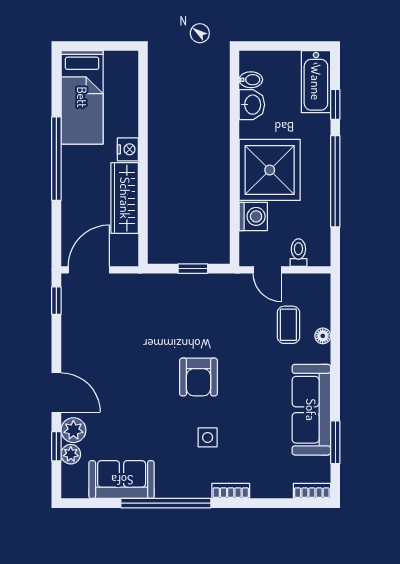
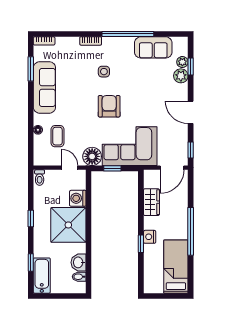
window: (143, 137) -> (141, 244), added
window: (335, 181) -> (31, 218), width x0.32
wardrobe: (125, 198) -> (151, 202), width x0.67
toilet: (298, 253) -> (40, 178), moved
floor lamp: (228, 289) -> (92, 156), added
corner sofa: (163, 307) -> (130, 146), added
door: (56, 393) -> (191, 112), moved

